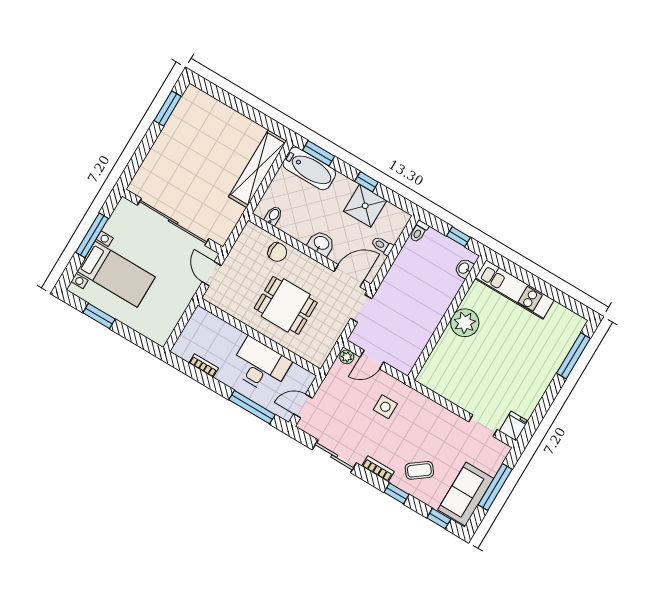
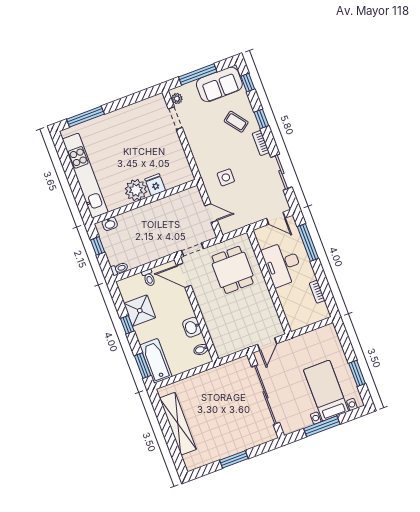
window: (168, 108) -> (234, 459), moved
shelving: (258, 169) -> (178, 424), moved, turned 90
washbasin: (321, 243) -> (192, 327), moved
chair: (277, 252) -> (216, 325), removed
kitchen unit: (514, 289) -> (85, 176), width x1.36
dining table: (286, 305) -> (233, 270), moved
plant: (347, 357) -> (177, 99), moved
fridge: (514, 426) -> (155, 185), moved, turned 90

